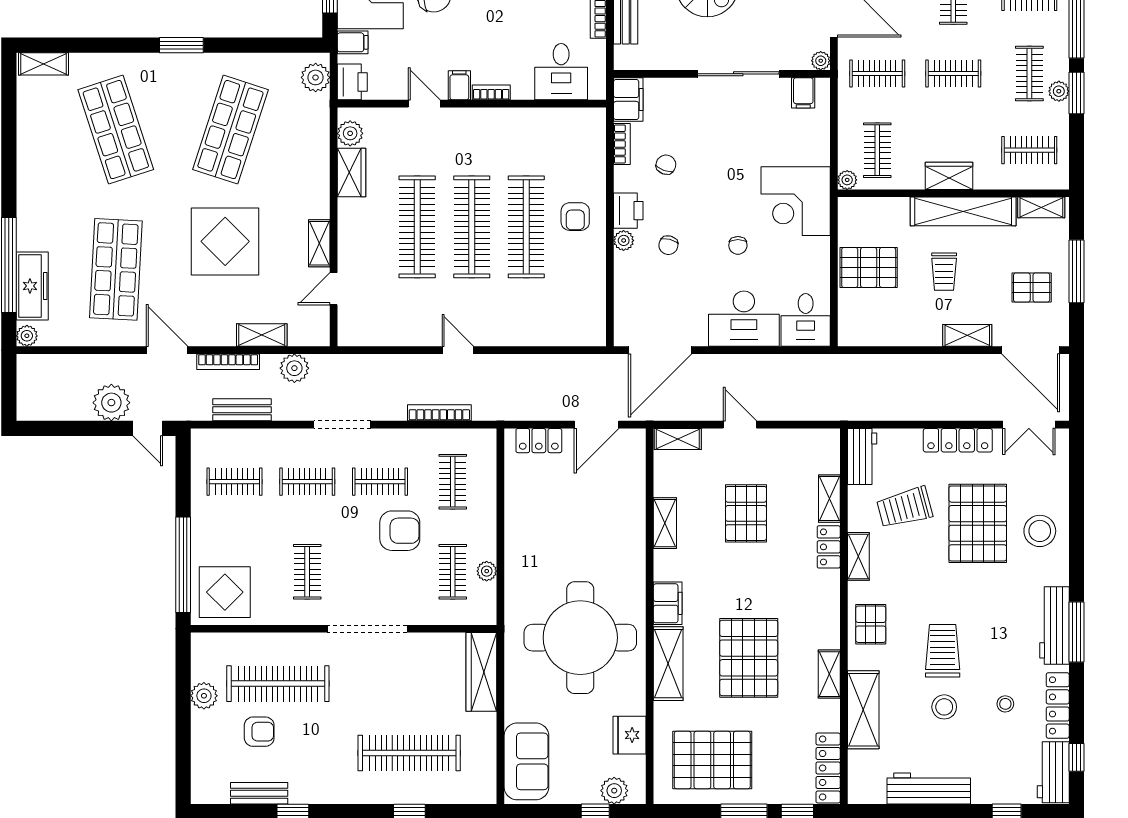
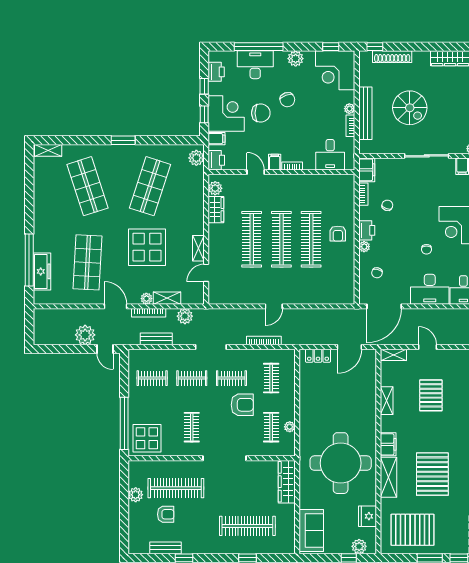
chair: (668, 245) -> (377, 273), moved
plant: (27, 336) -> (146, 299), moved
door: (458, 350) -> (274, 306), swing flipped

